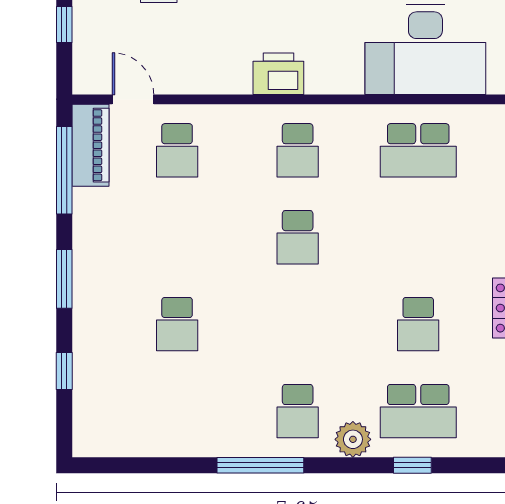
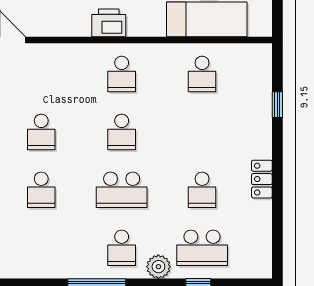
school desk: (177, 150) -> (41, 132), moved
school desk: (418, 150) -> (202, 74), width x0.54
school desk: (298, 324) -> (122, 190), added

